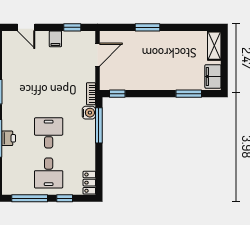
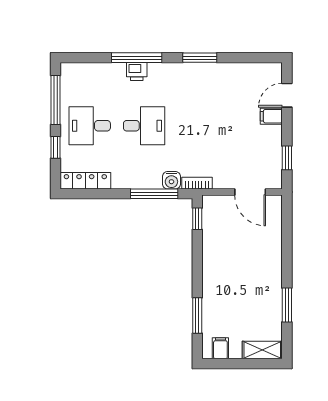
window: (148, 27) -> (287, 305), moved
filing cabinet: (55, 39) -> (271, 116), moved
filing cabinet: (213, 76) -> (220, 348), width x0.50
locker: (89, 183) -> (85, 181), width x1.53

